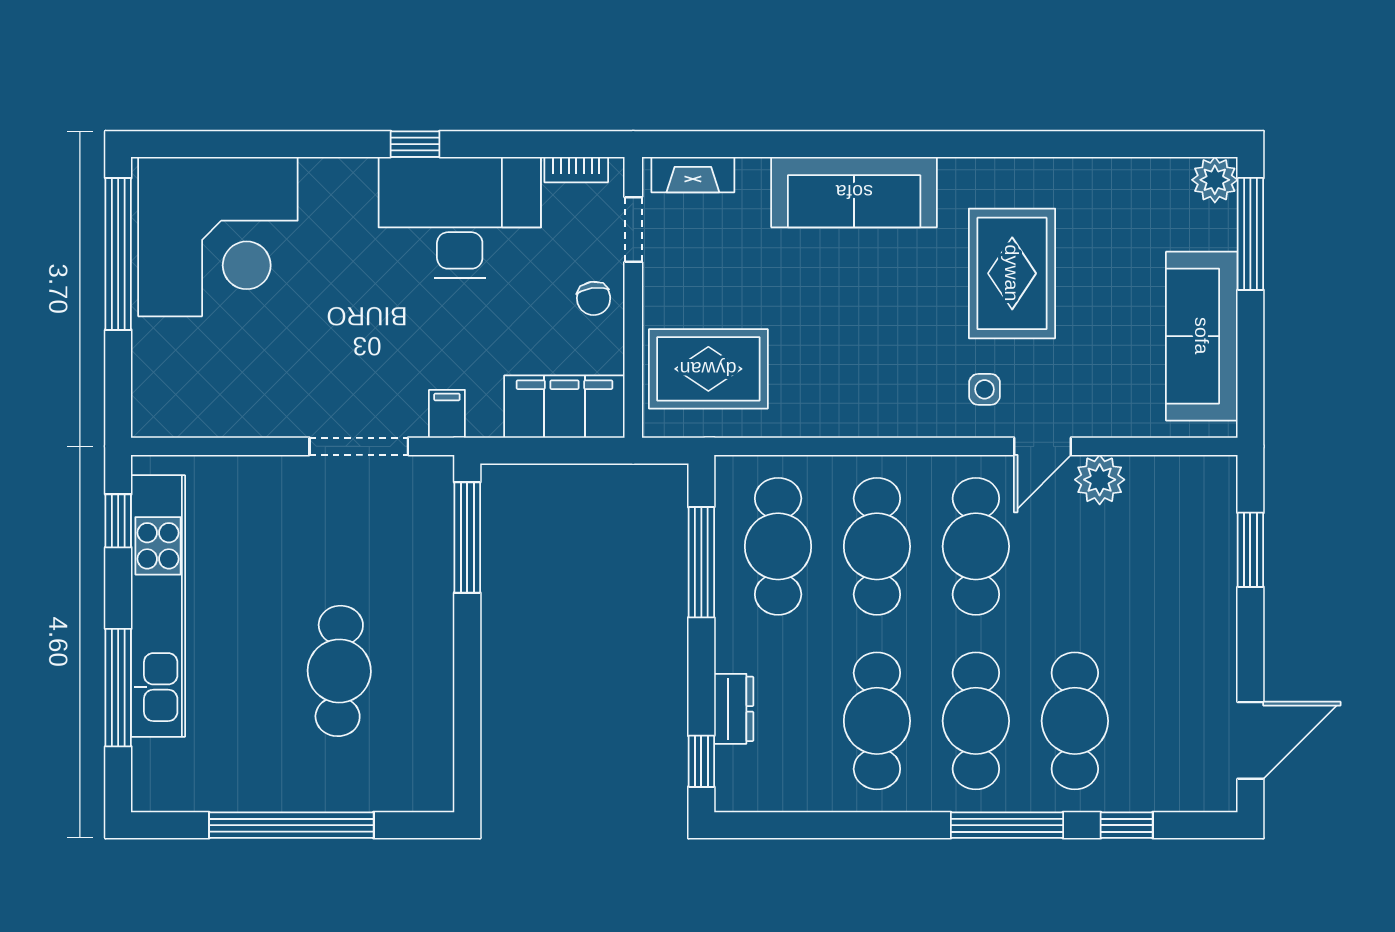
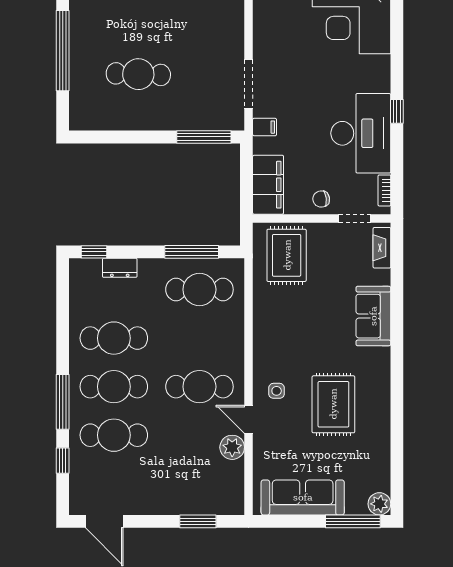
sofa: (854, 192) -> (373, 316), width x0.73
rug: (1012, 273) -> (333, 404), turned 90
cafe table: (877, 546) -> (199, 338), removed

